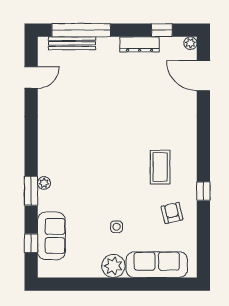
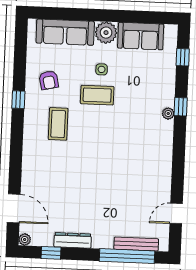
window: (31, 191) -> (181, 107), width x0.67
coffee table: (120, 199) -> (97, 95), added
sofa: (51, 236) -> (141, 36), moved, turned -90

